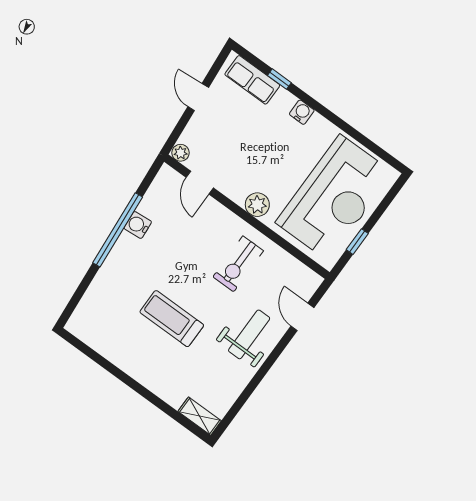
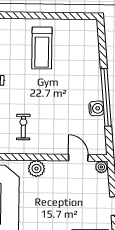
exercise bike: (238, 264) -> (23, 127), width x0.73, depth x0.72
treadmill: (172, 319) -> (42, 48), moved, turned 90

